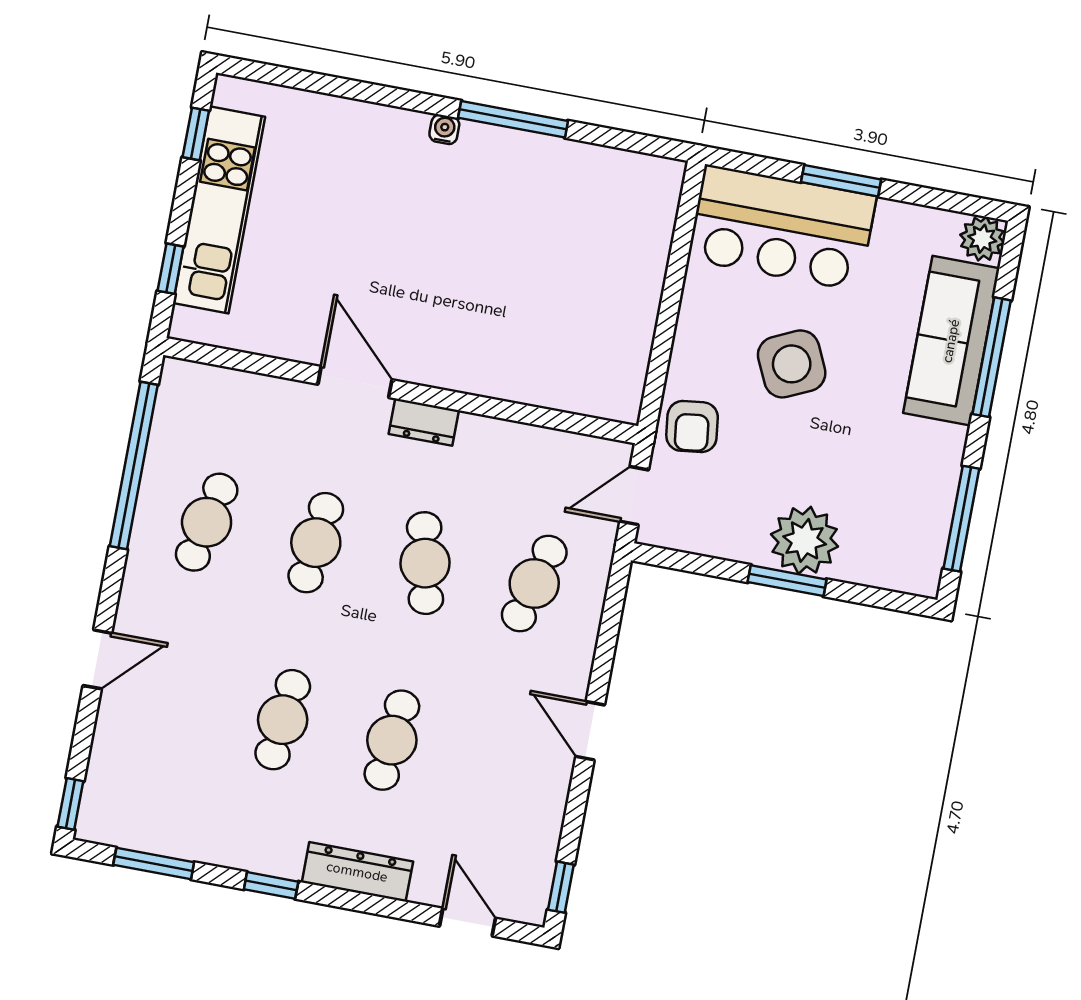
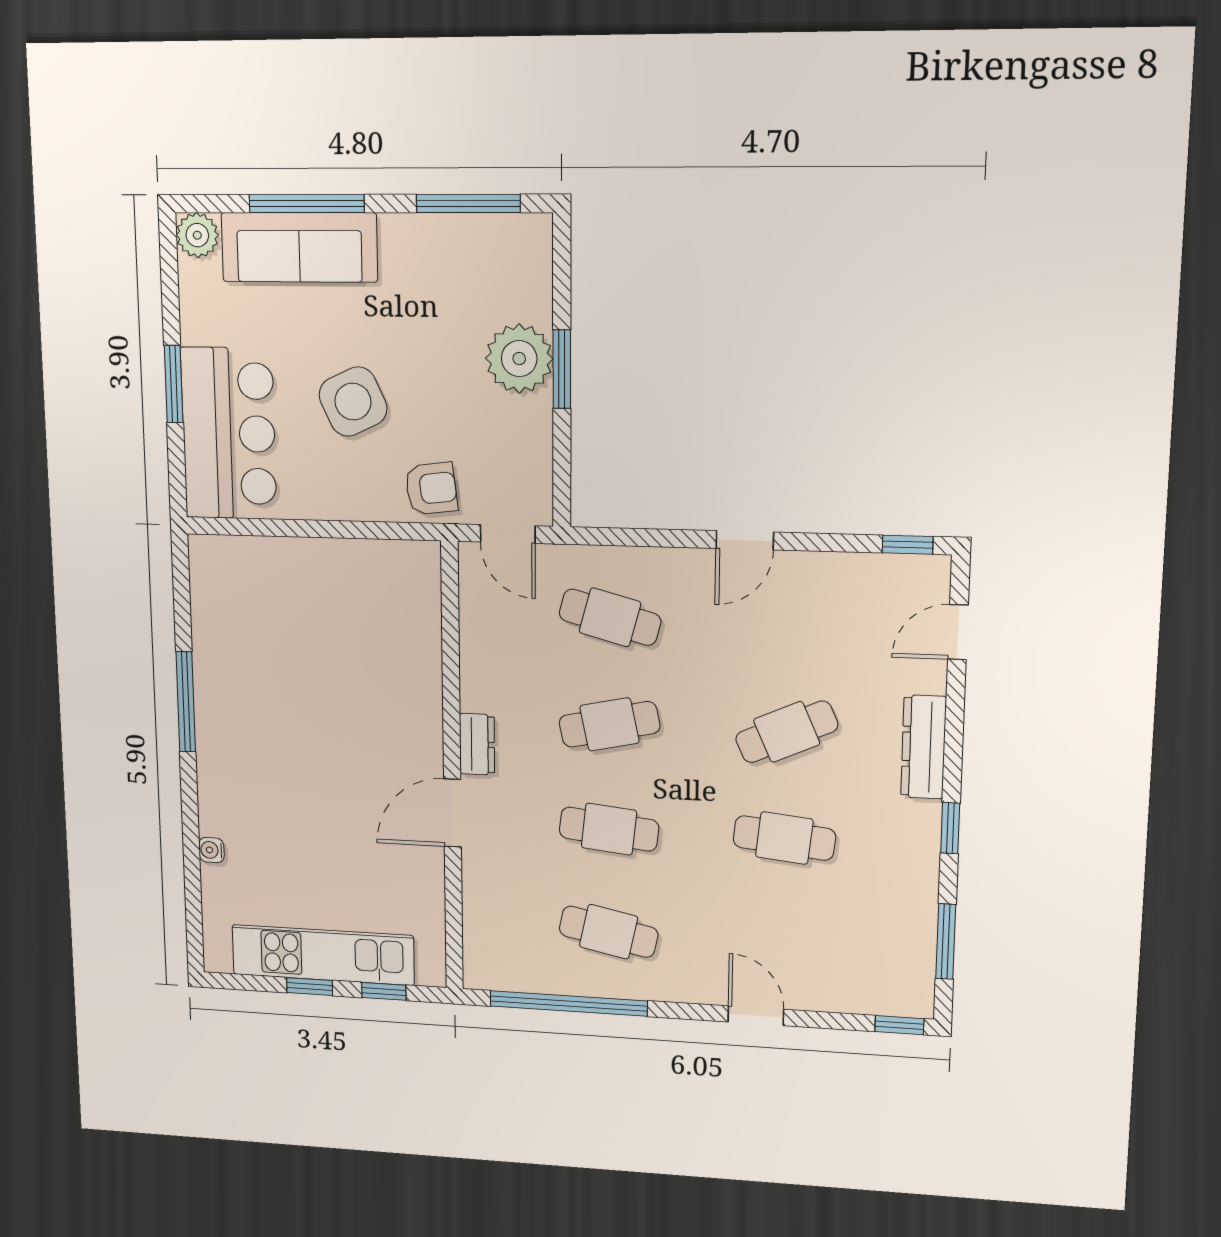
water cooler: (444, 129) -> (211, 850), moved
window: (196, 134) -> (310, 987), moved
cafe table: (392, 740) -> (787, 732), turned -30

